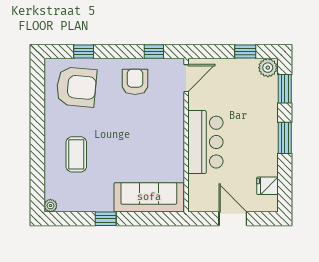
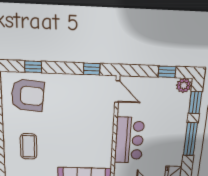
door: (186, 78) -> (117, 91), hinge flipped
armchair: (135, 82) -> (76, 93), removed
window: (285, 138) -> (190, 139), width x1.44

